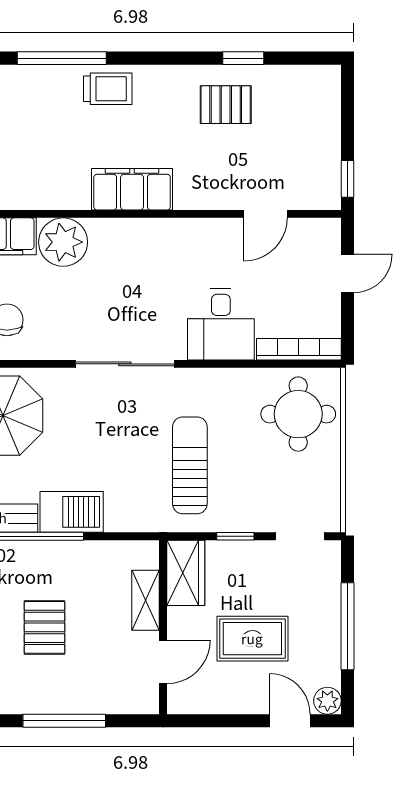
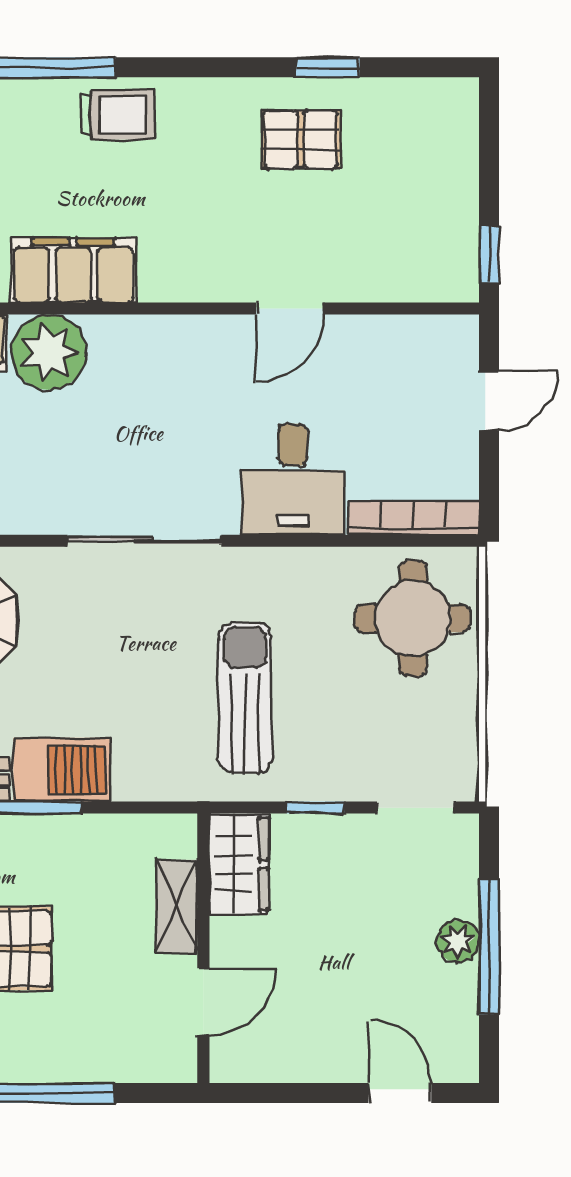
filing cabinet: (132, 189) -> (73, 270), moved
door: (266, 214) -> (290, 308), moved
rug: (252, 639) -> (342, 966), removed
plant: (327, 701) -> (458, 941), moved

